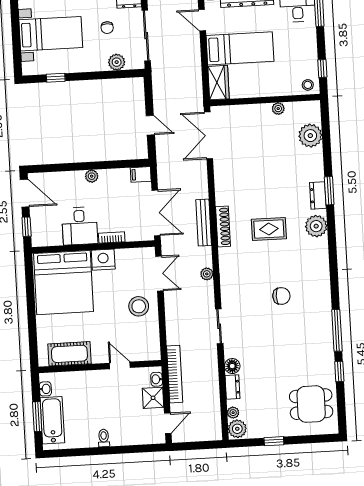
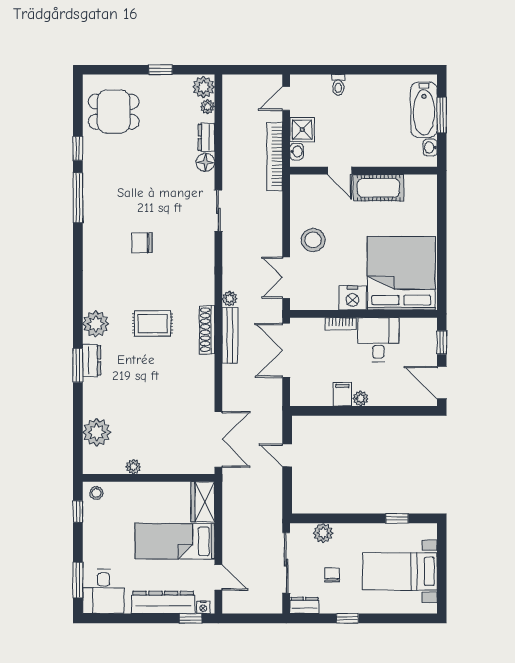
filing cabinet: (141, 174) -> (342, 394), moved, turned -90
plant: (207, 274) -> (230, 299), moved
cot: (69, 354) -> (378, 188), moved
toilet: (104, 438) -> (338, 85), moved

